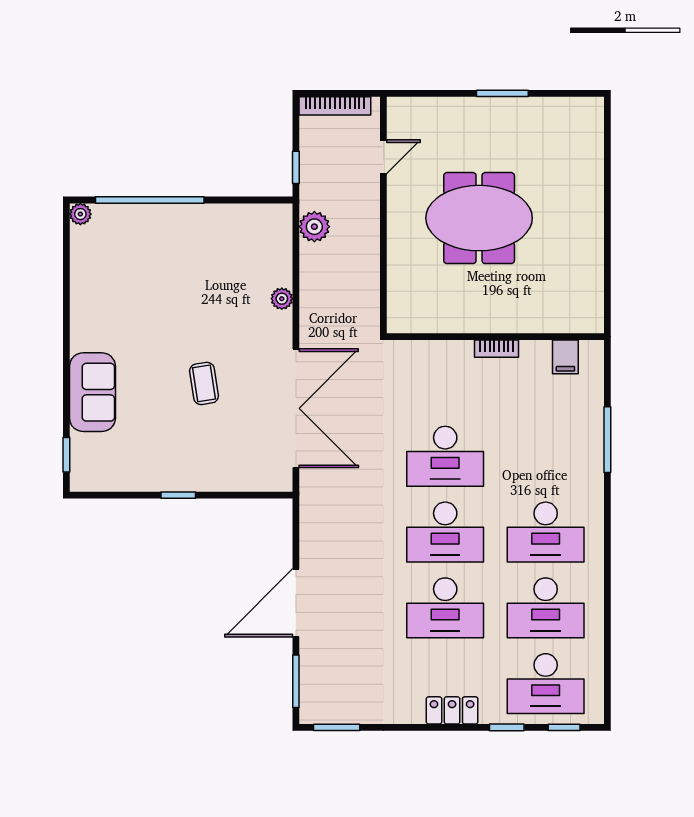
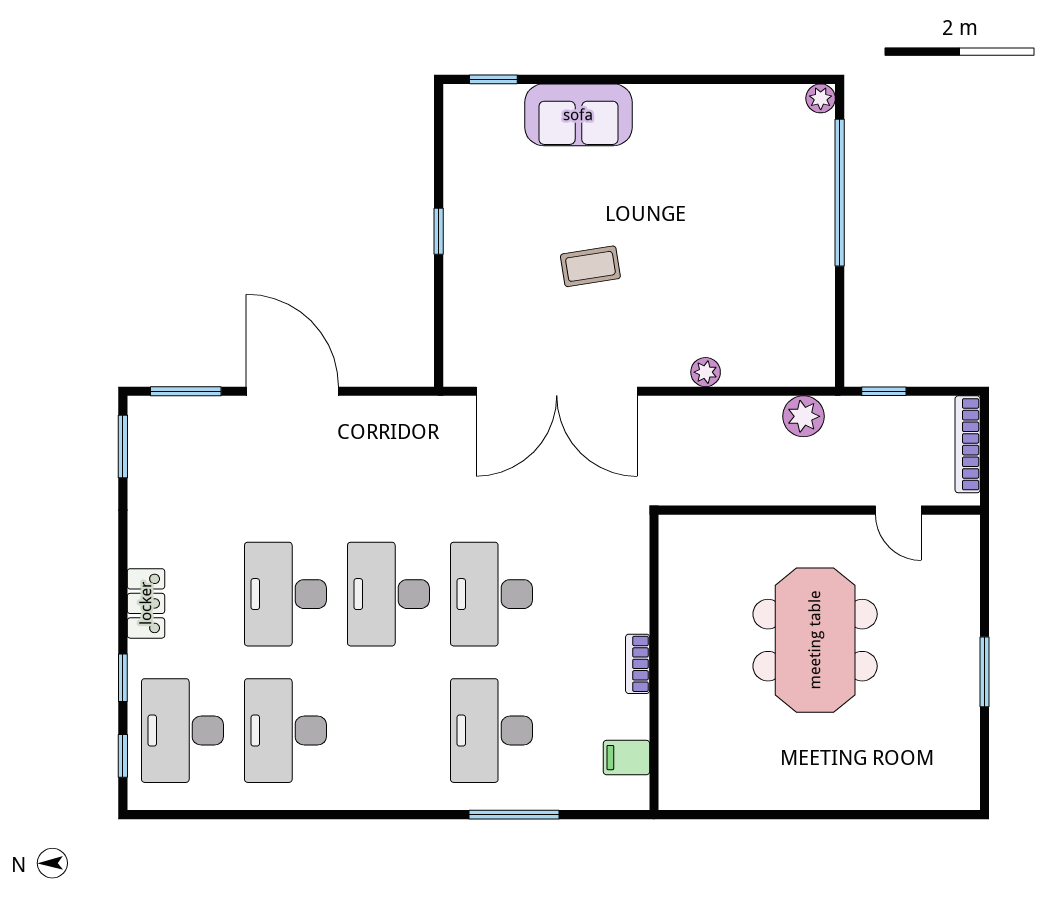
desk: (546, 532) -> (491, 731), moved

